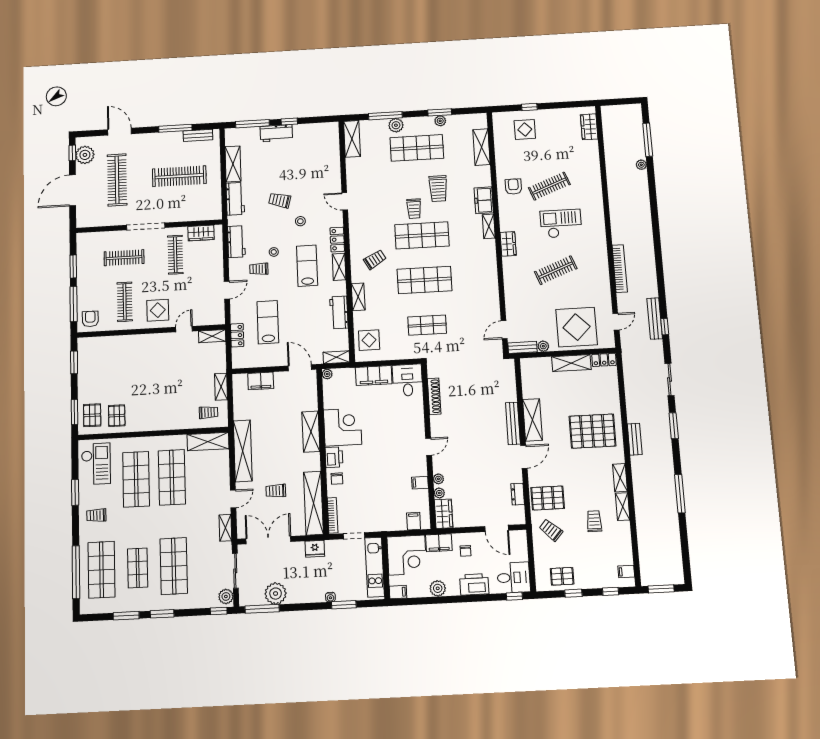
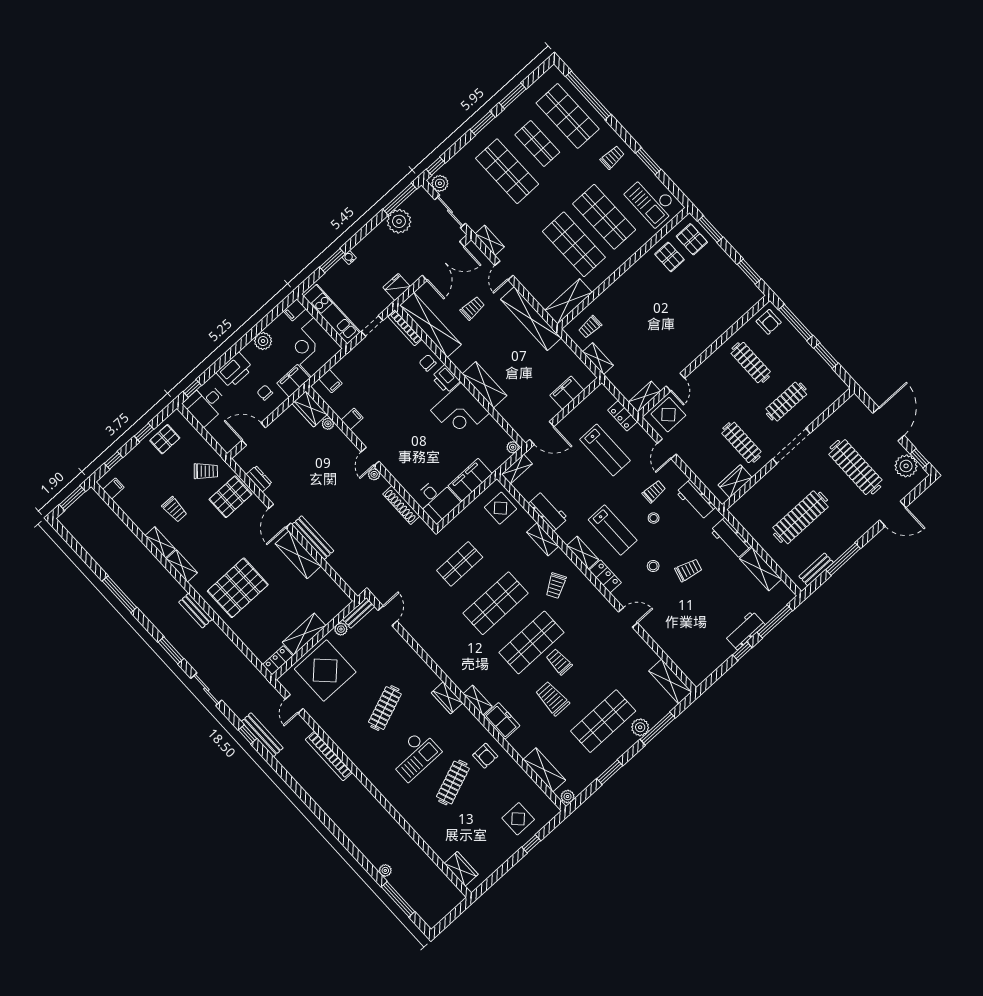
plant: (440, 121) -> (568, 797), moved
display table: (158, 310) -> (668, 415), moved
plant: (438, 479) -> (374, 474), moved

